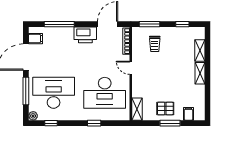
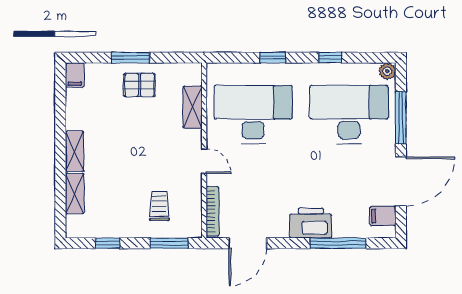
printer: (85, 35) -> (311, 223), moved
desk: (54, 93) -> (349, 114), turned 180
shelving: (137, 109) -> (193, 107), moved
filing cabinet: (188, 114) -> (75, 75), moved
window: (51, 123) -> (330, 58), moved

